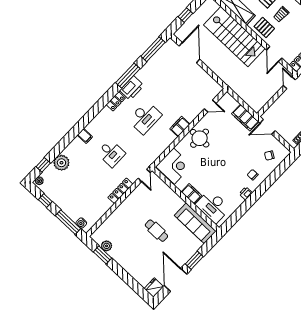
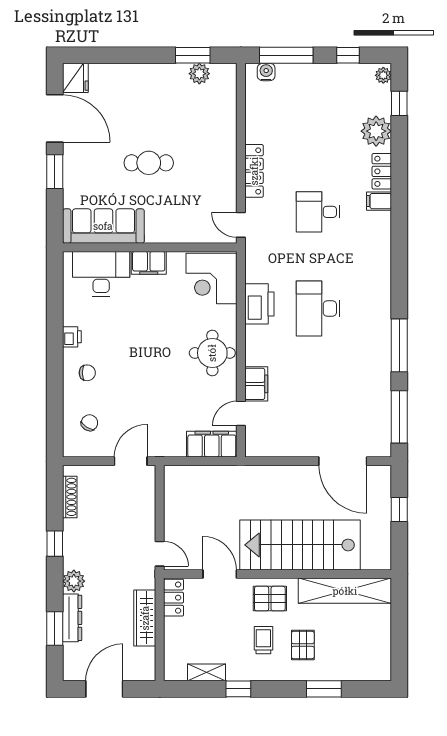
printer: (132, 88) -> (259, 304), moved, turned 180
locker: (116, 101) -> (382, 171), moved
filing cabinet: (245, 118) -> (212, 444), moved
filing cabinet: (180, 127) -> (256, 384), moved

